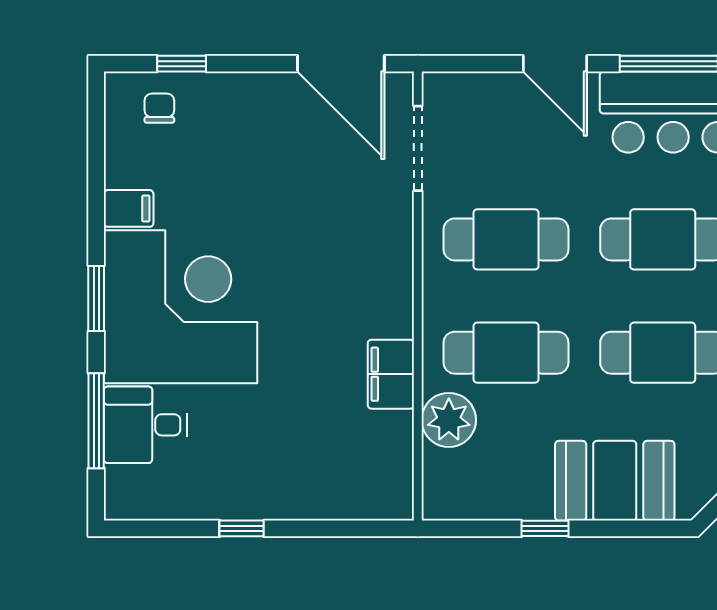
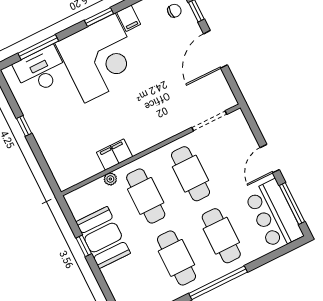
door: (341, 64) -> (215, 49), moved
window: (96, 299) -> (99, 17), moved
plant: (449, 420) -> (110, 179), width x0.53, depth x0.53
desk: (145, 425) -> (41, 70), width x1.37
booth: (615, 481) -> (103, 238), moved

